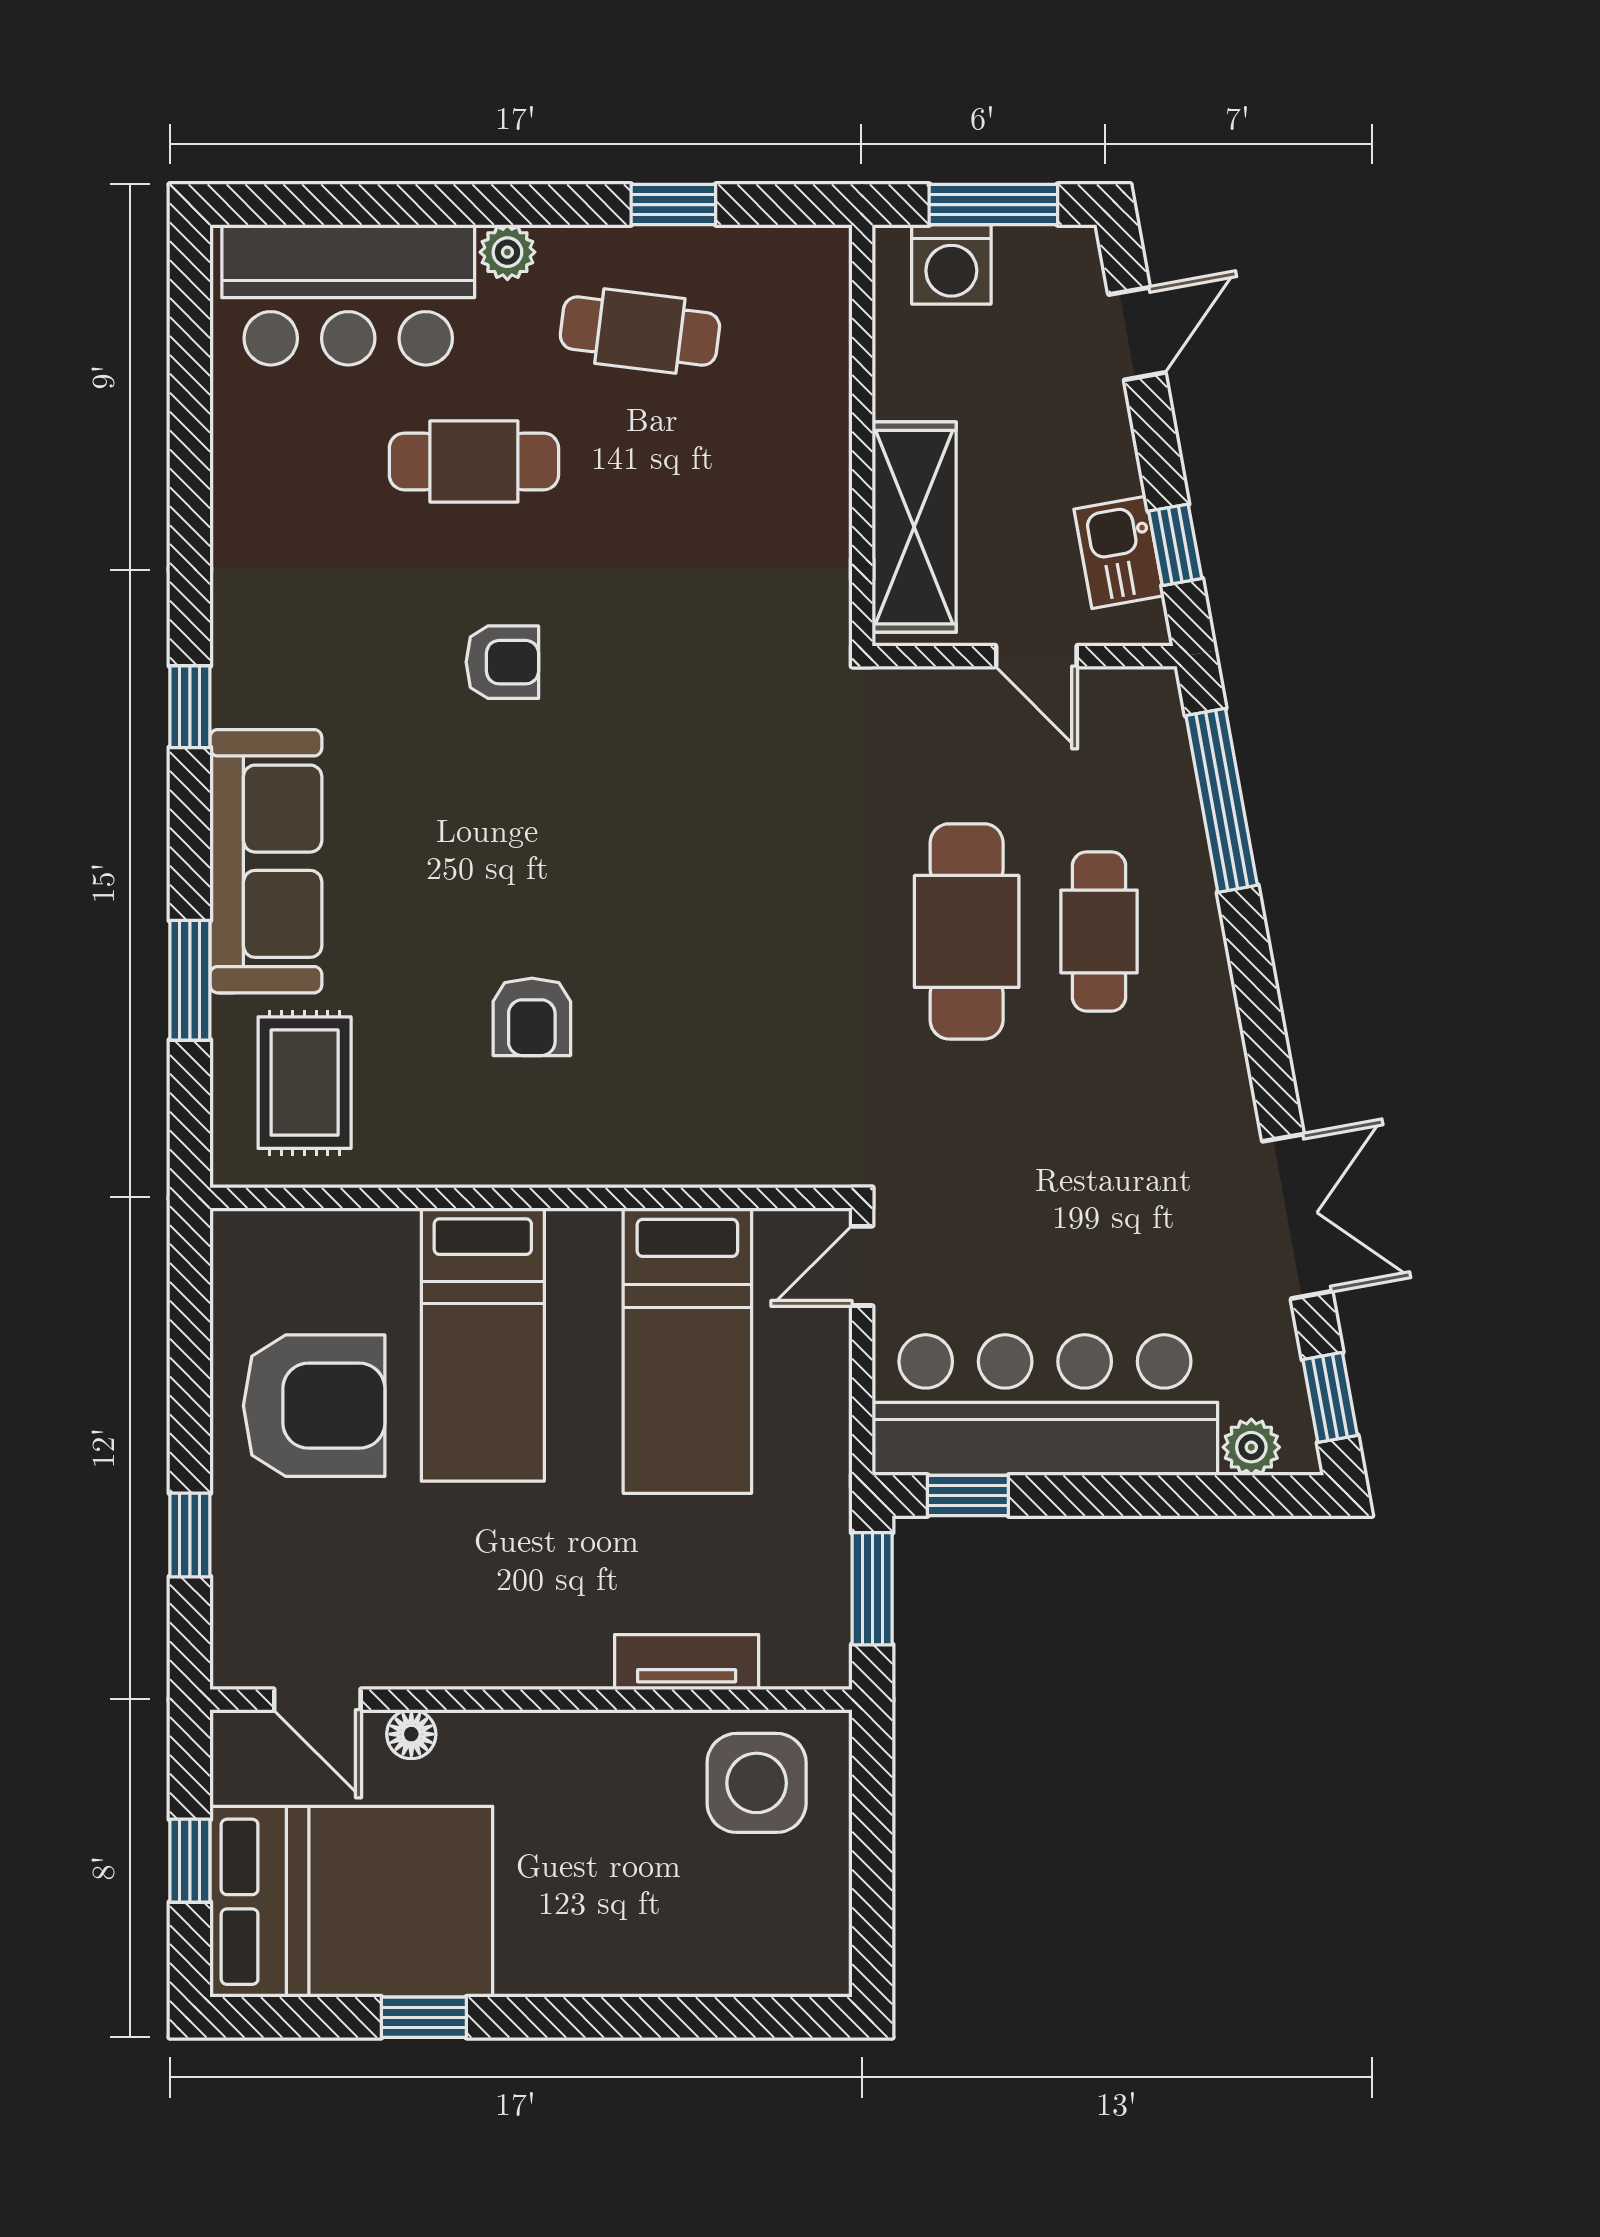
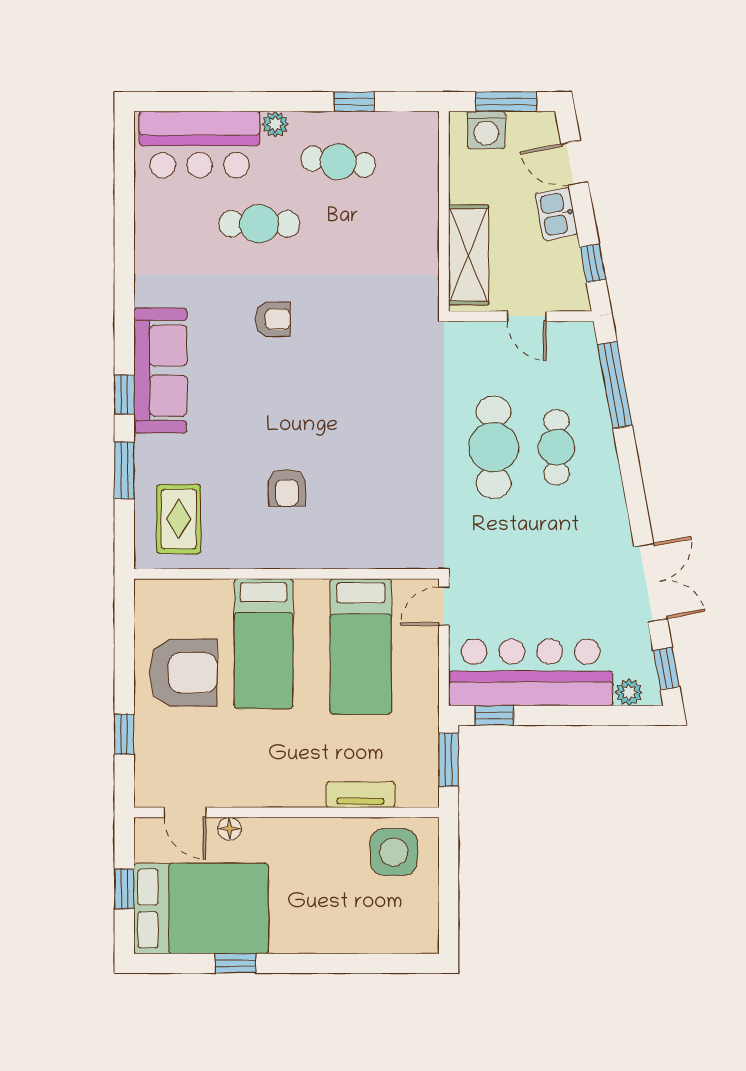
door: (1137, 334) -> (574, 163), swing flipped
kitchen sink: (1119, 552) -> (556, 214), moved
window: (190, 707) -> (124, 394), moved
sofa: (266, 861) -> (160, 371), moved

